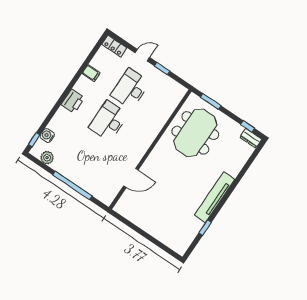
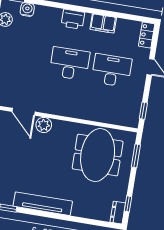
window: (162, 69) -> (143, 111), moved
filing cabinet: (91, 73) -> (103, 23), width x2.00
meeting table: (195, 133) -> (98, 155), turned 90
plant: (150, 166) -> (44, 125), added

